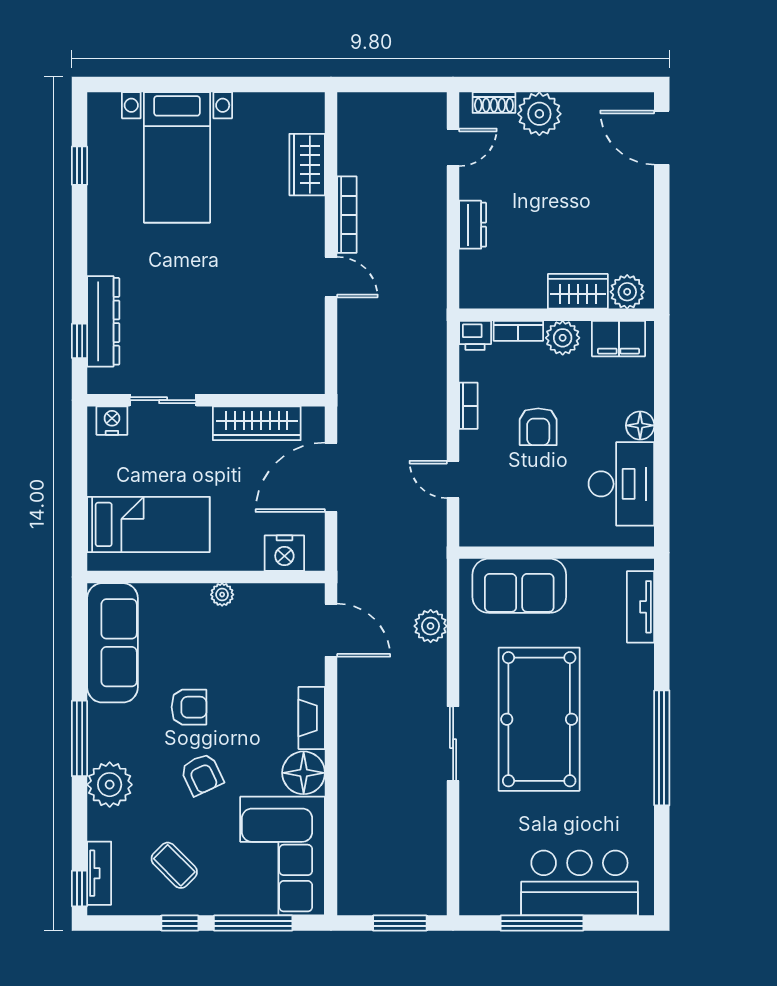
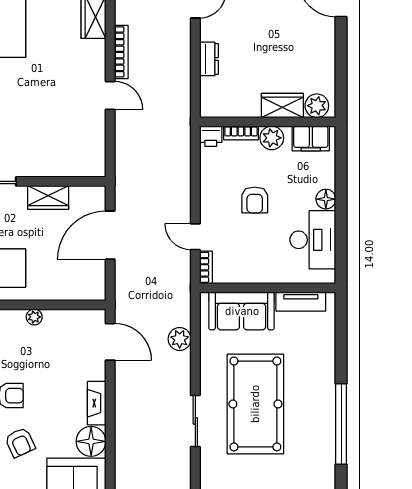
bookcase: (468, 406) -> (206, 267), moved
wardrobe: (257, 423) -> (48, 197), width x0.67
nightstand: (284, 553) -> (78, 288), removed
tv unit: (641, 607) -> (301, 302), moved, turned -90

